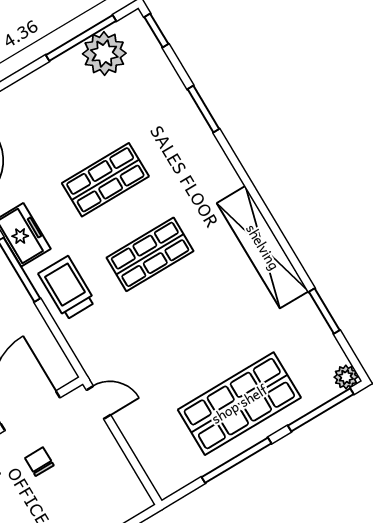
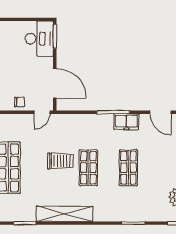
trolley: (67, 288) -> (60, 161), moved
chair: (39, 462) -> (20, 102), moved

